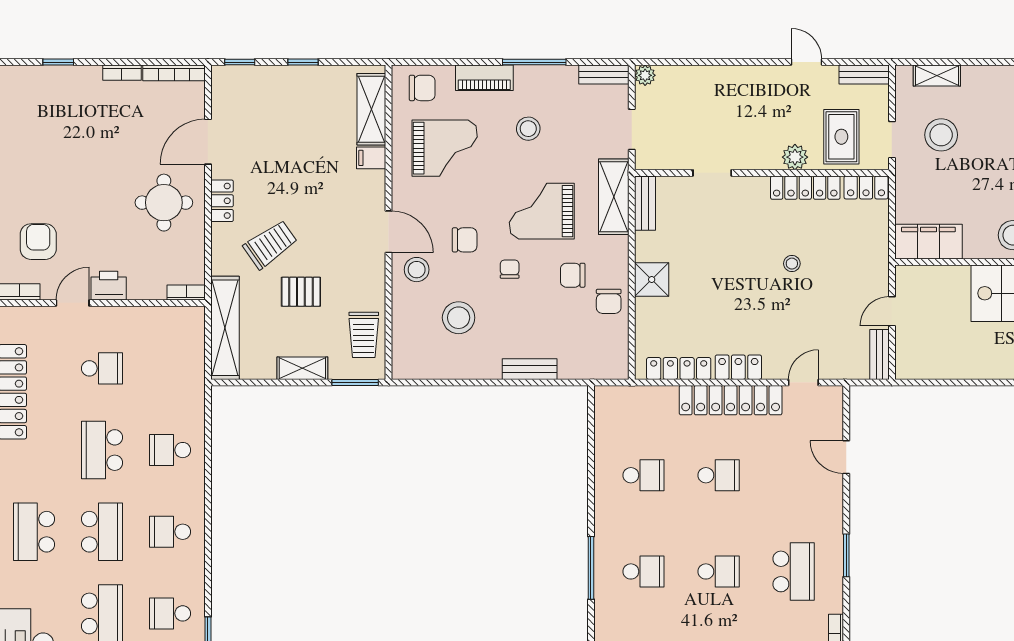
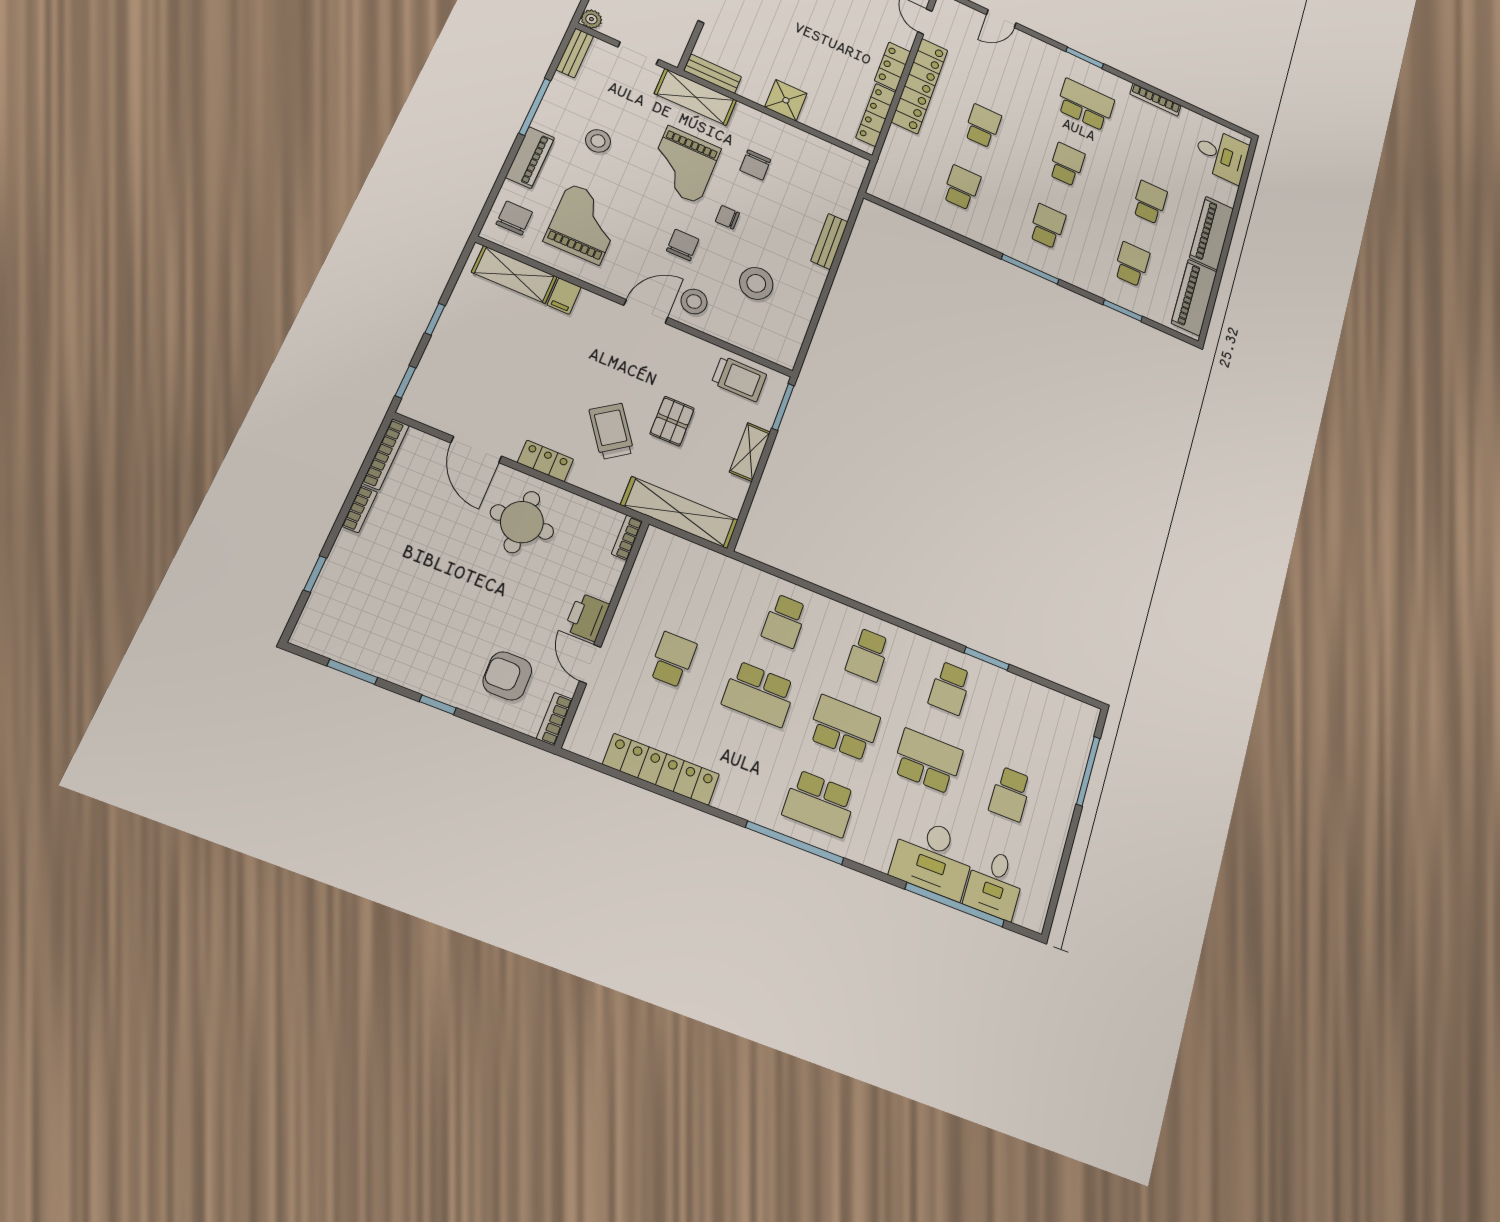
chair: (609, 301) -> (792, 145), removed

